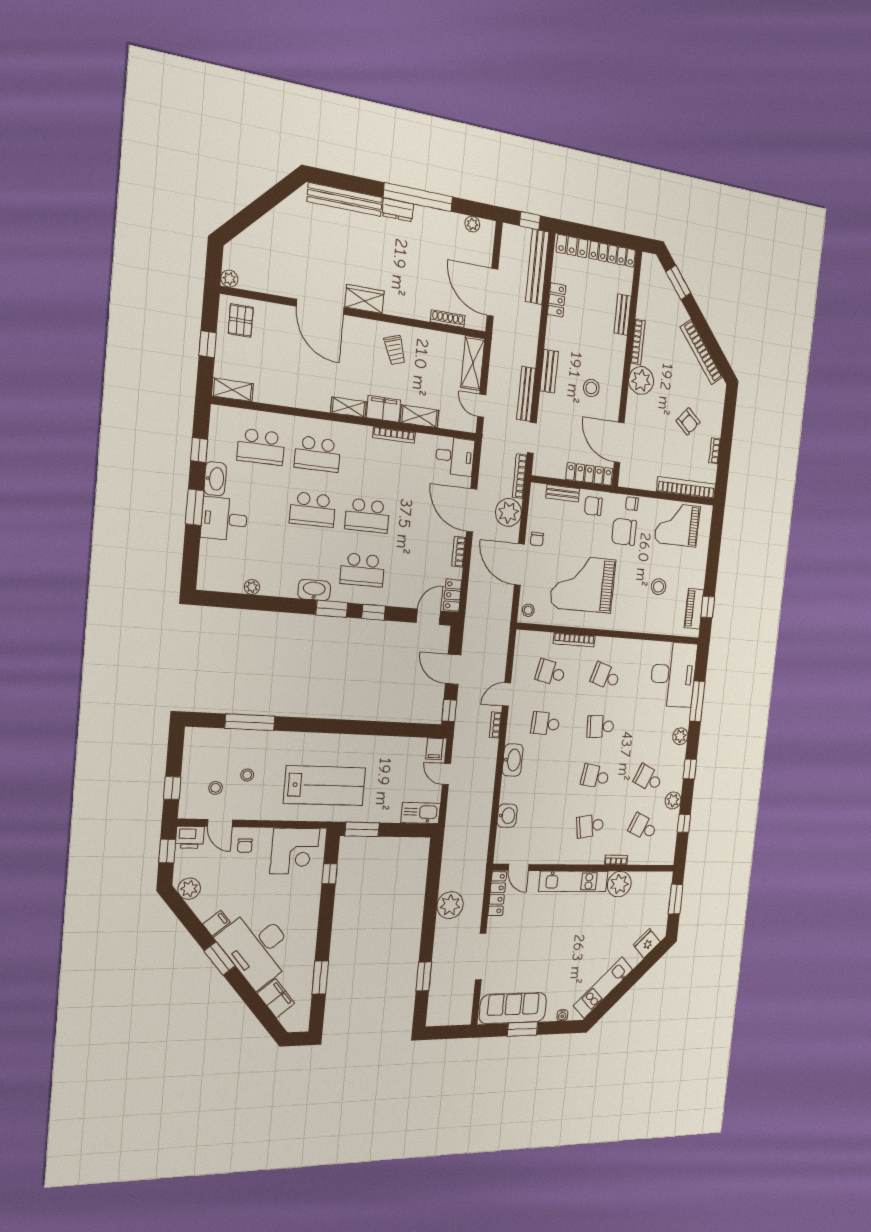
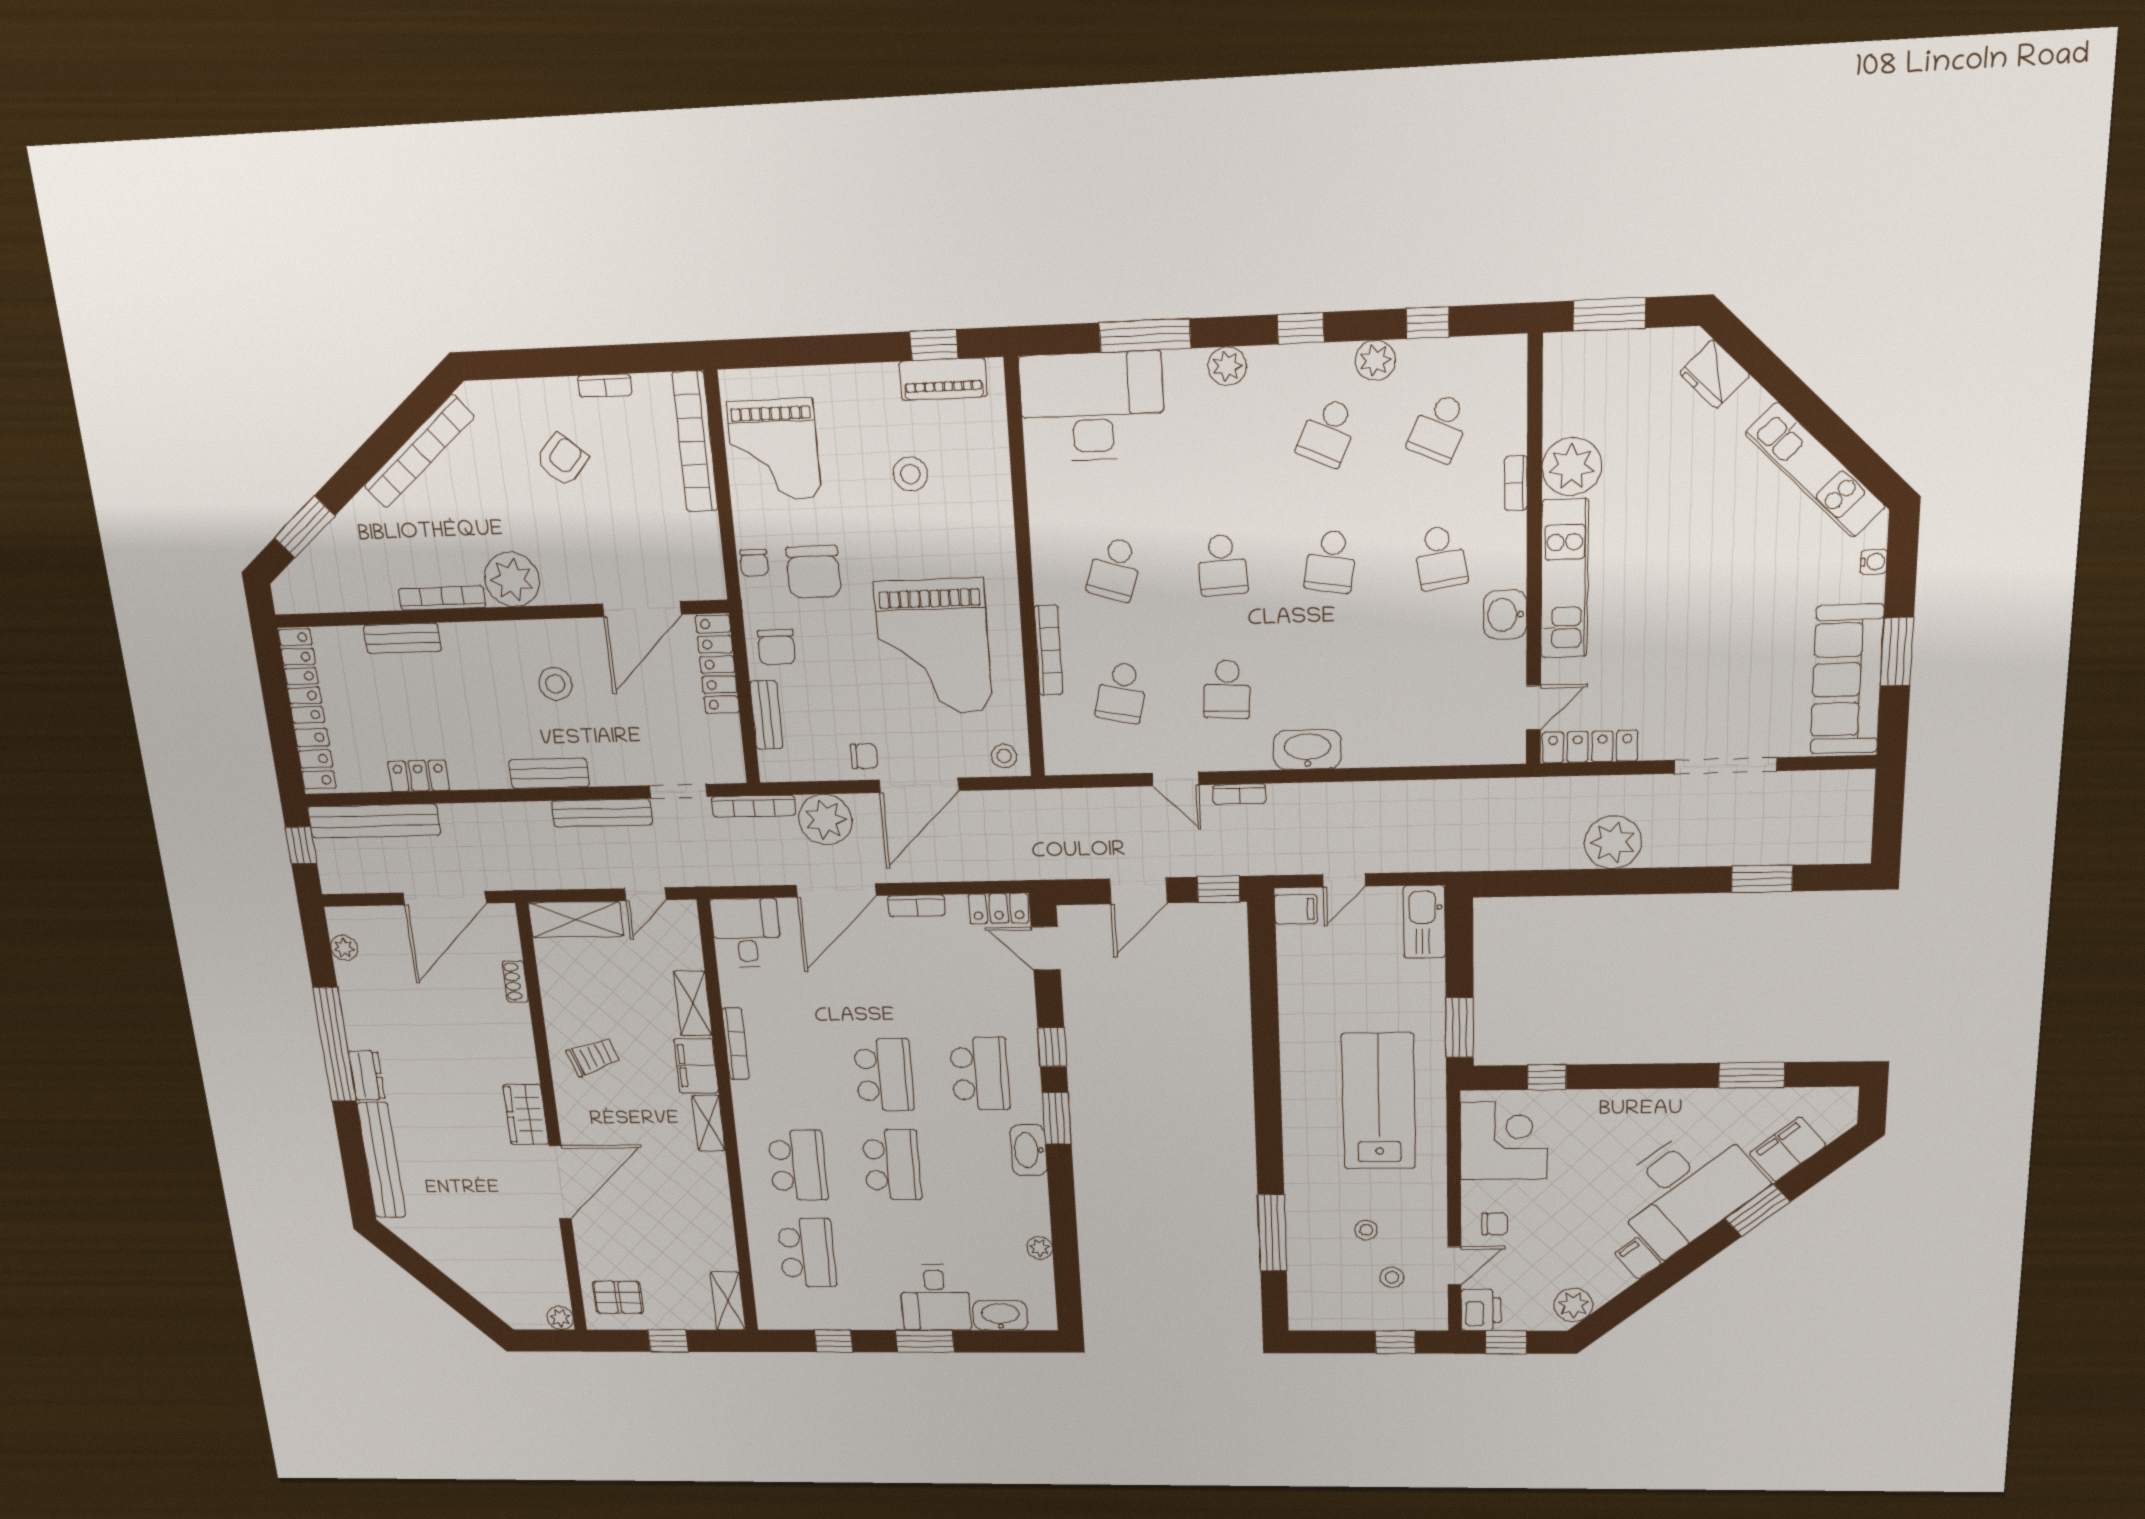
shoe rack: (448, 319) -> (515, 981), width x0.70
washbasin: (215, 479) -> (1000, 1315), moved
washbasin: (507, 816) -> (1505, 615), moved, turned -90
window: (220, 958) -> (1757, 1210), moved

